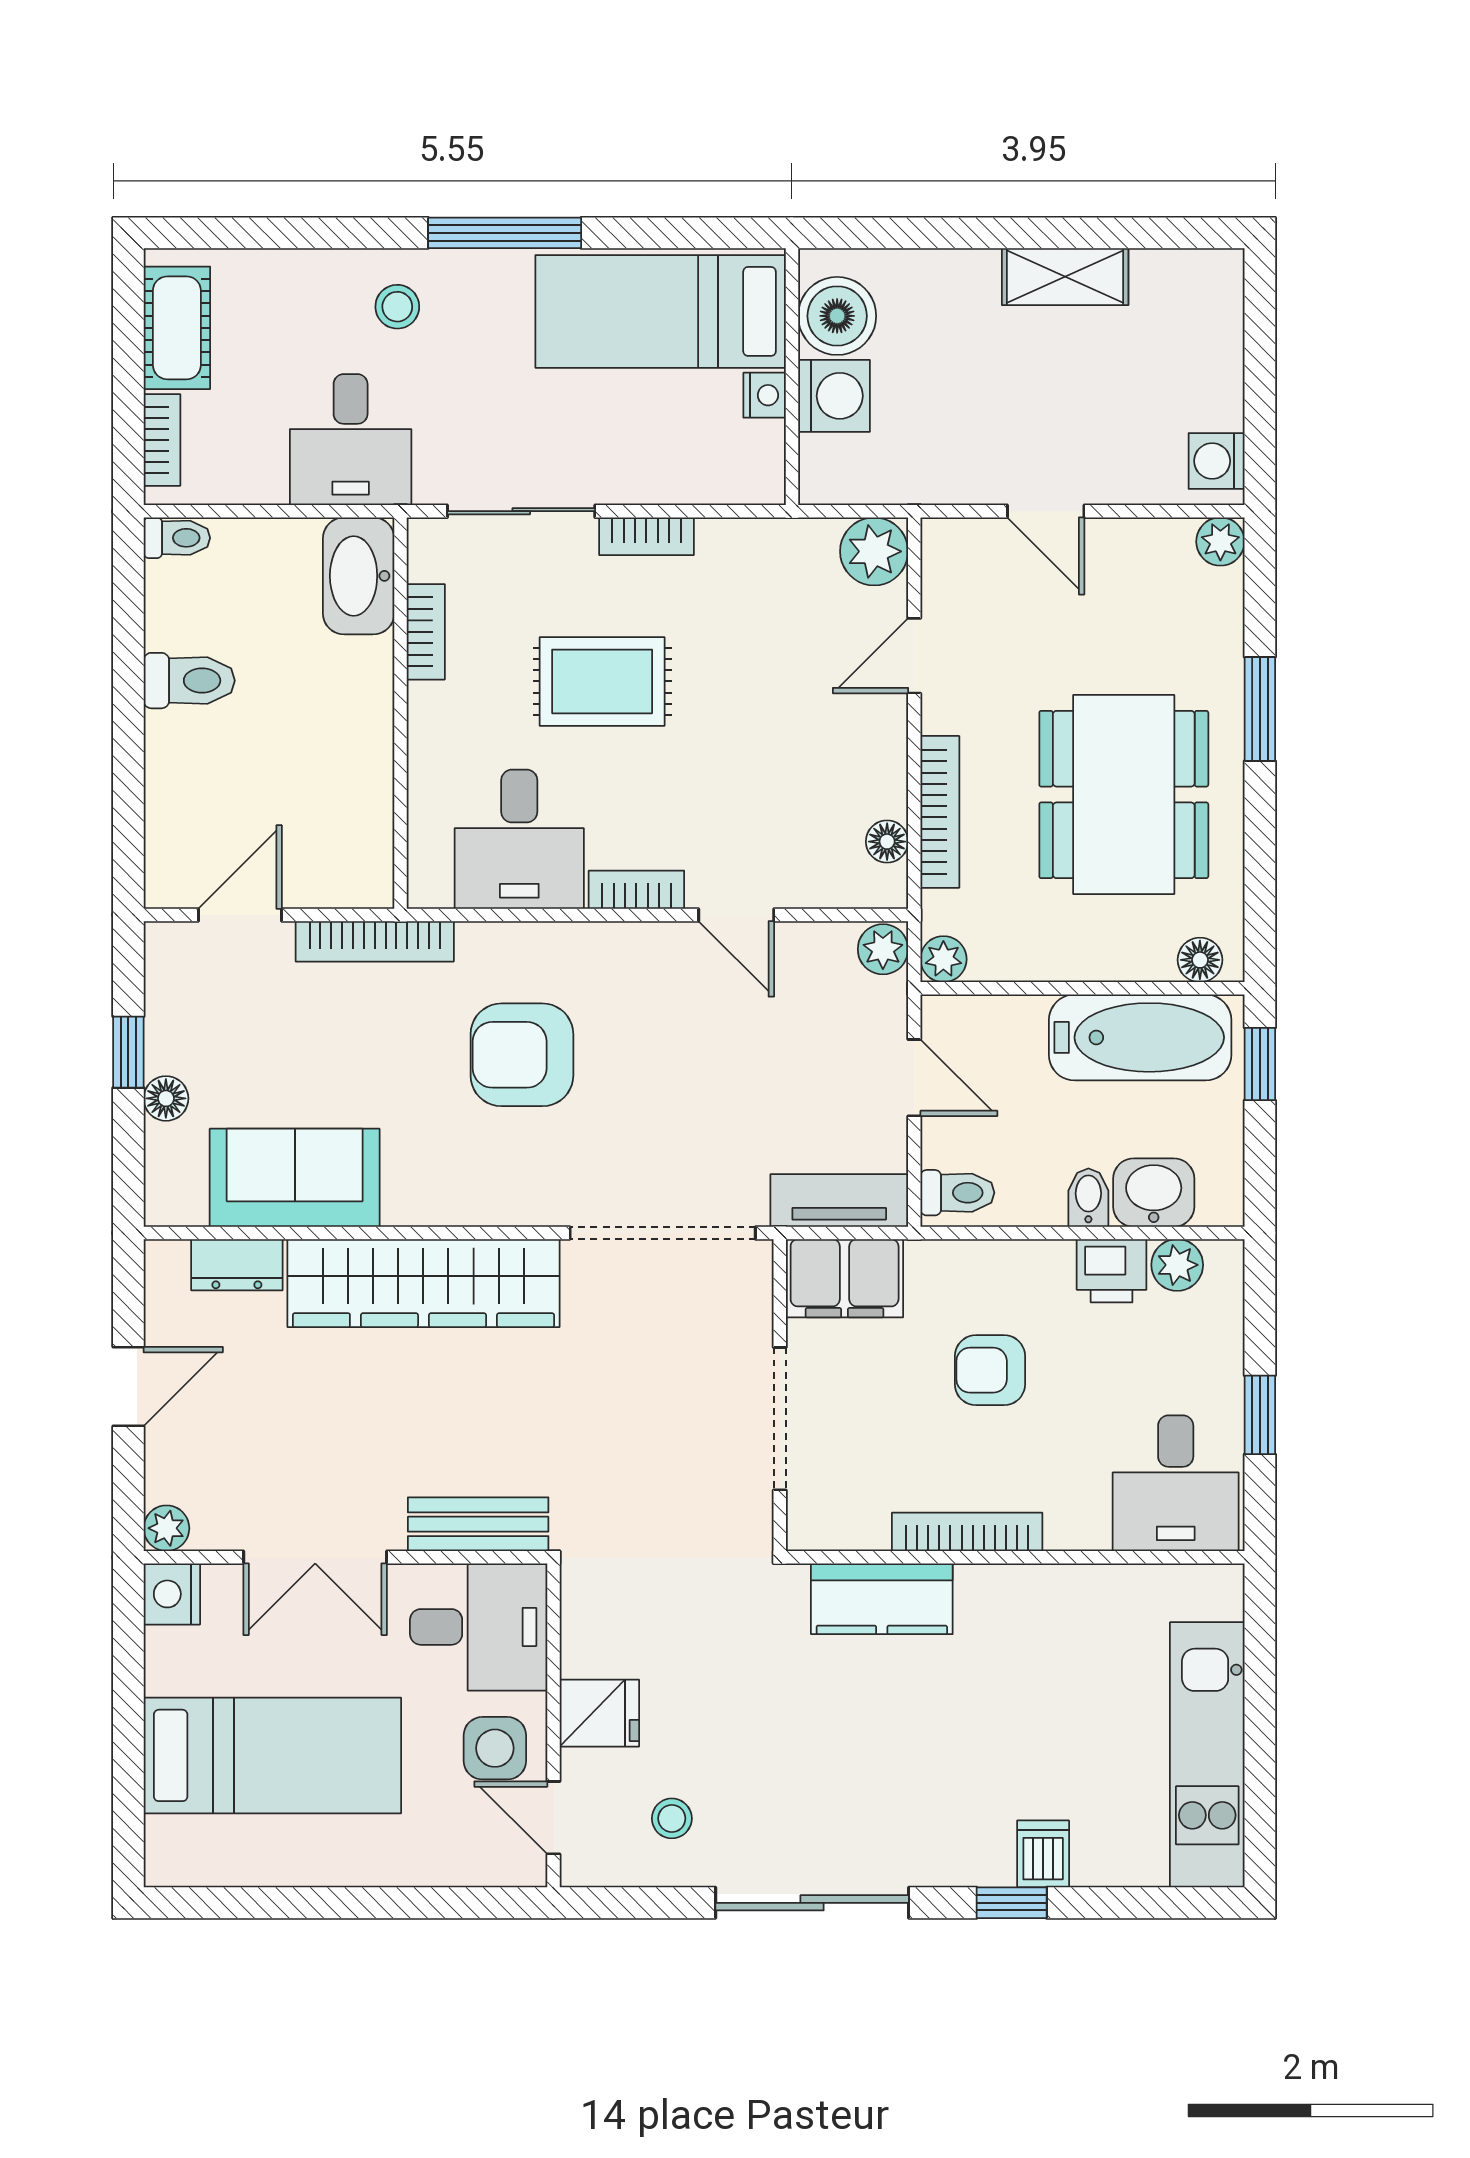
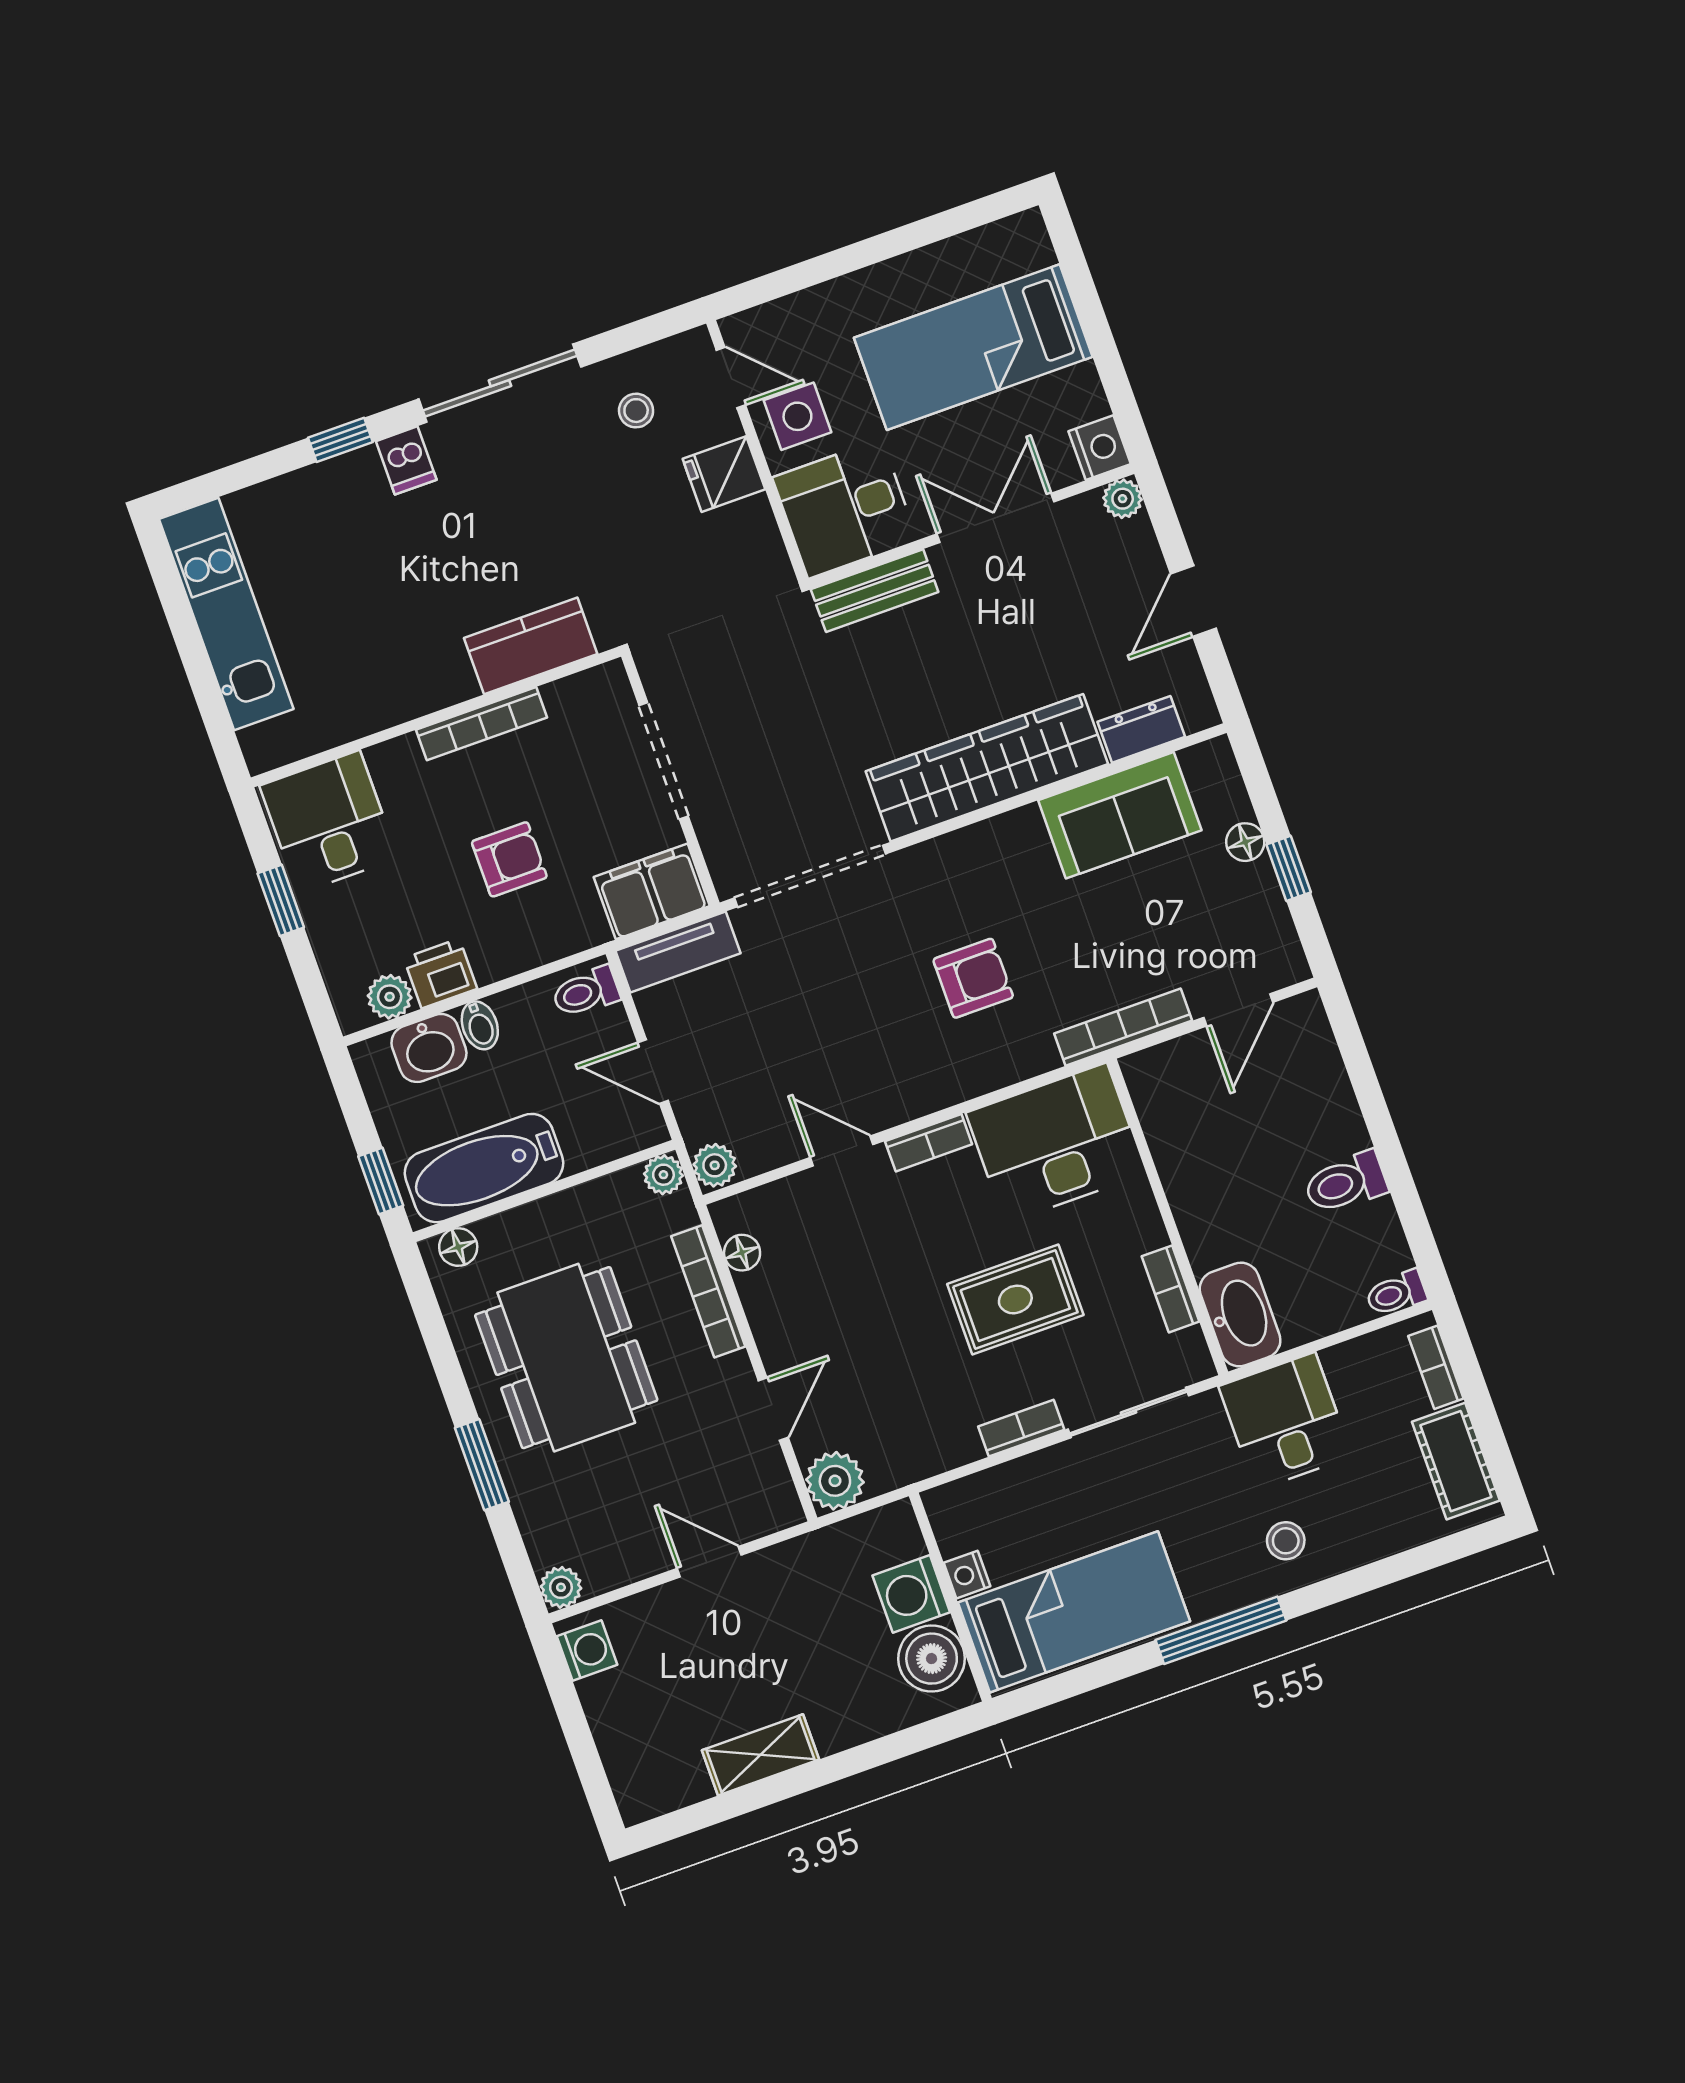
desk: (519, 839) -> (1056, 1143), width x1.37
armchair: (522, 1055) -> (973, 978), width x0.72, depth x0.72
dishwasher: (1043, 1854) -> (406, 460), moved

